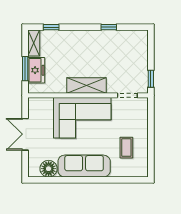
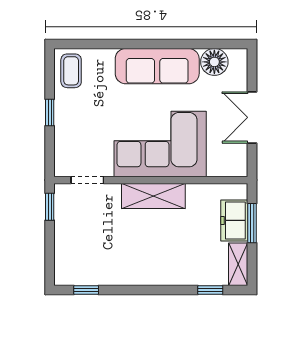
window: (109, 27) -> (86, 290), moved
double door: (25, 134) -> (252, 117), swing flipped
window: (151, 137) -> (50, 112), added
coffee table: (126, 148) -> (71, 71), moved

